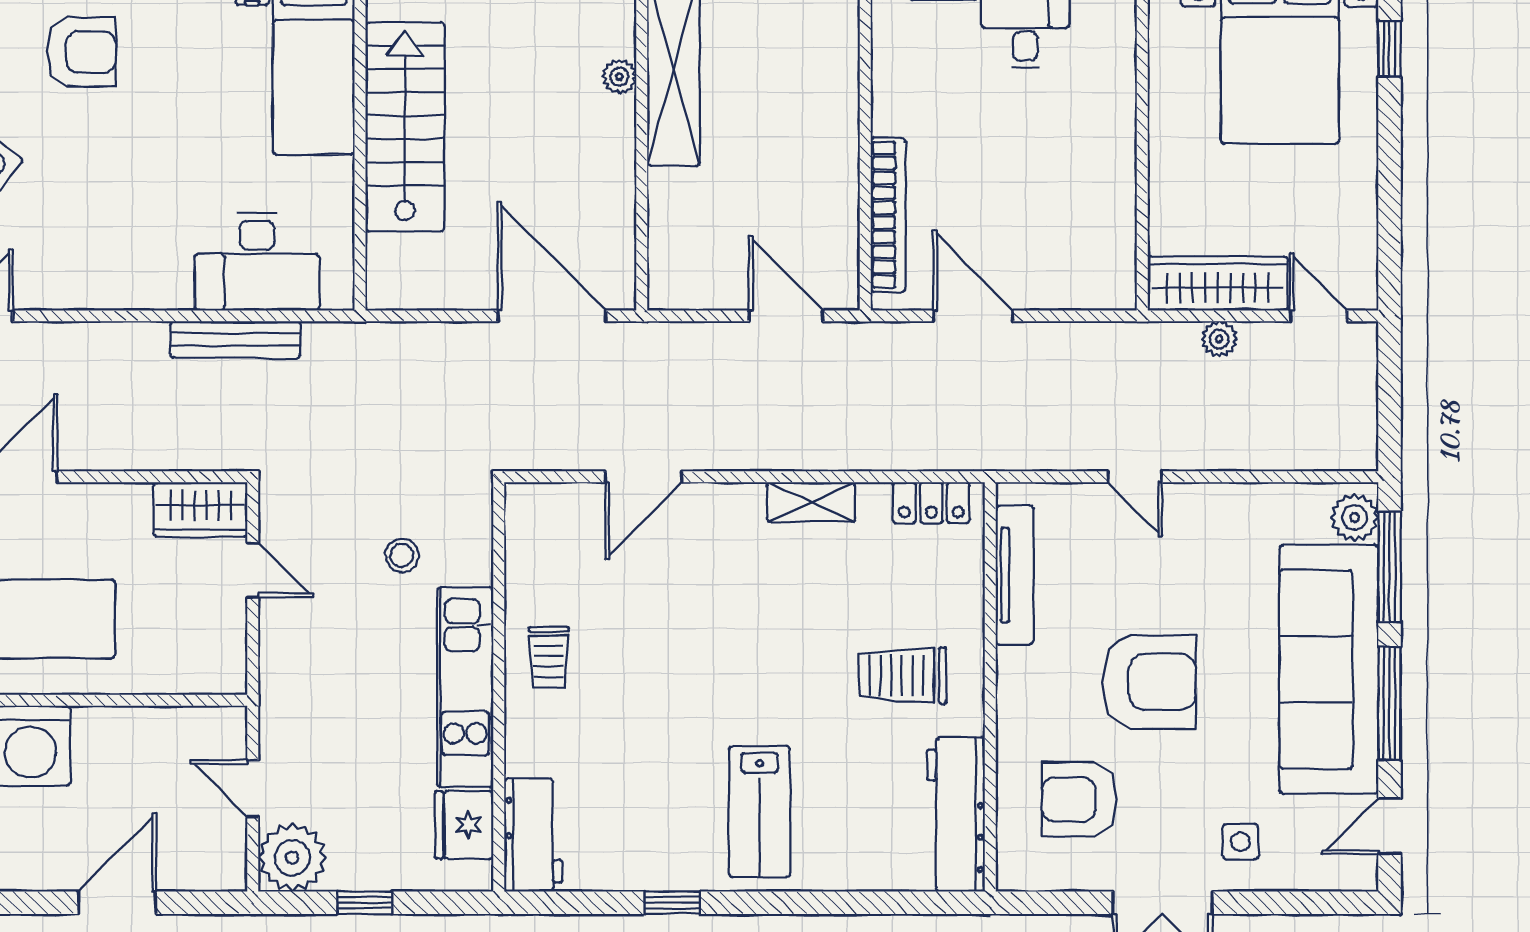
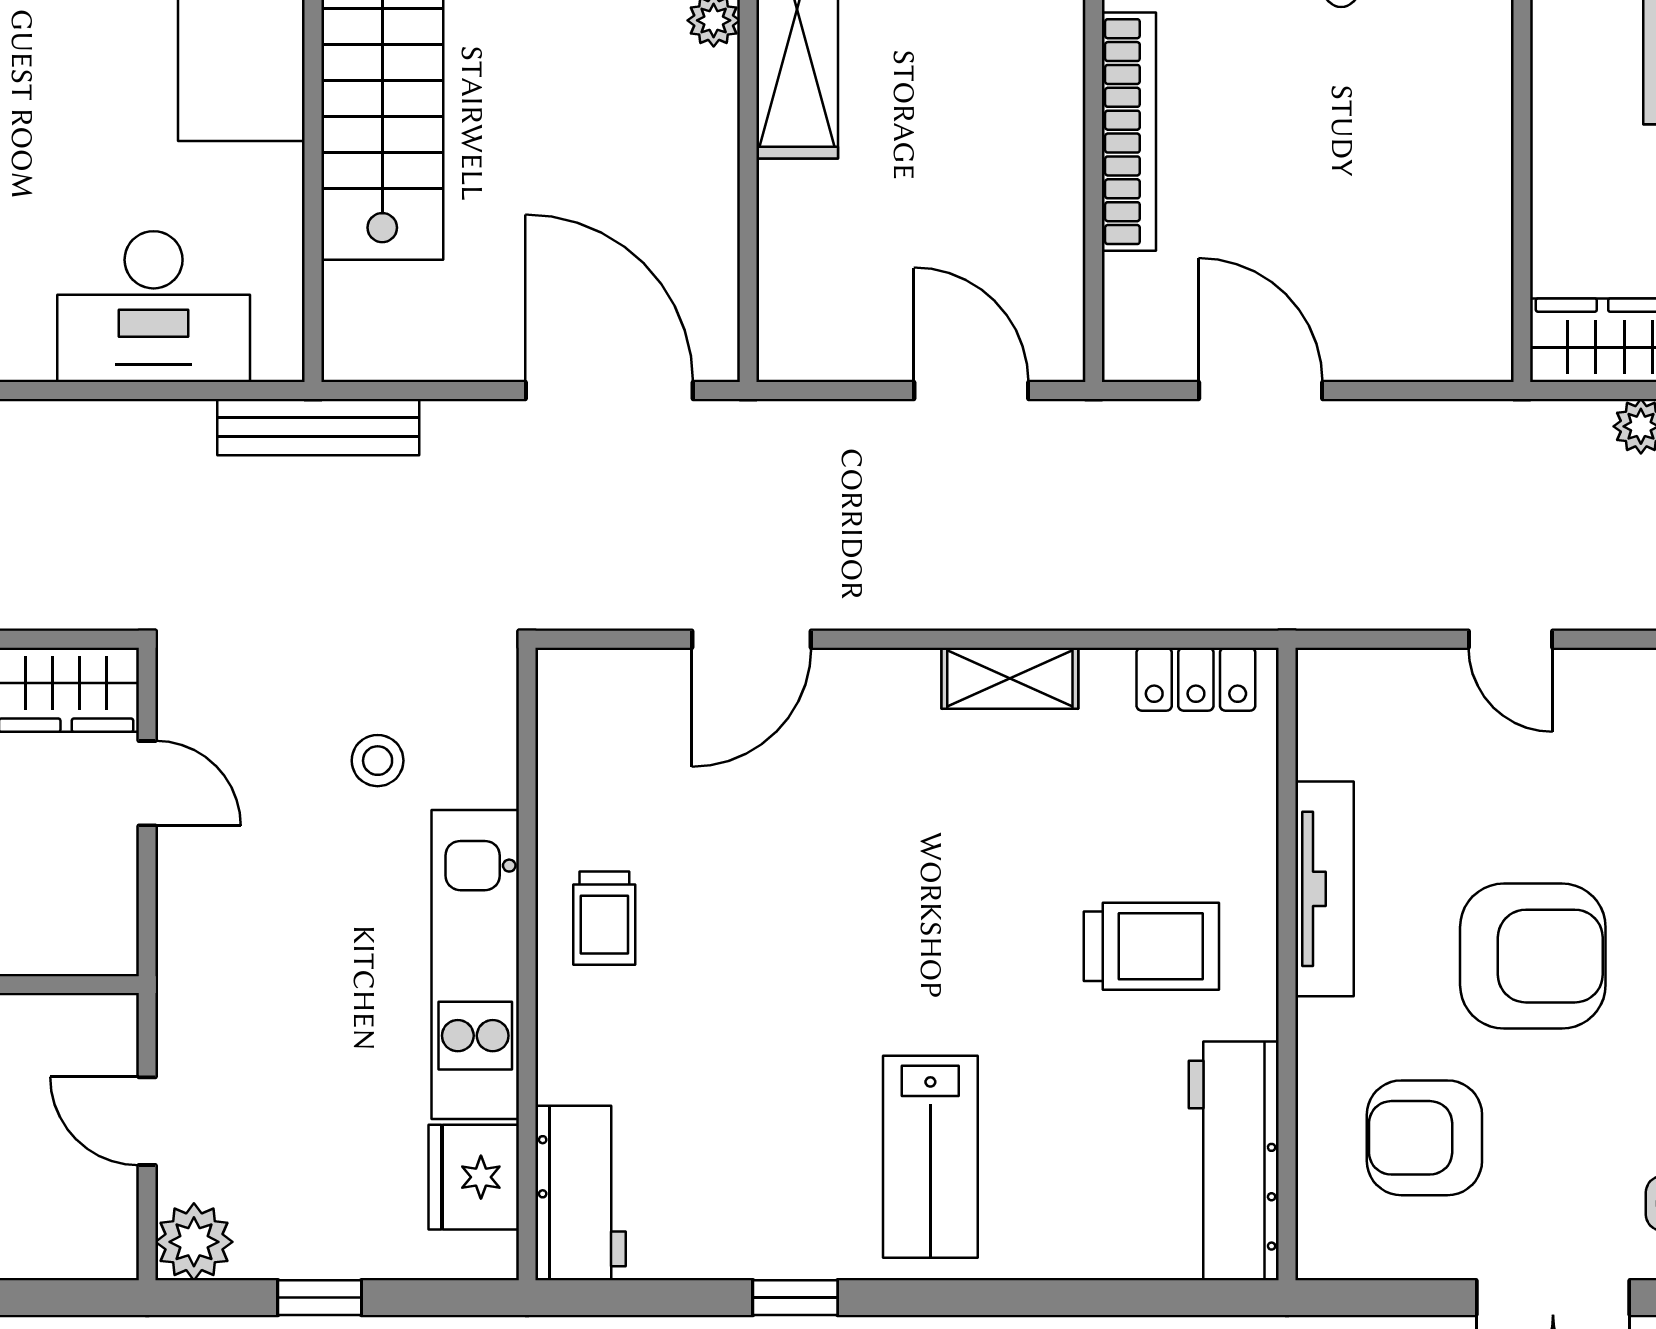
bookcase: (888, 215) -> (1129, 132), moved
bench: (235, 340) -> (318, 427), moved
tv unit: (1015, 575) -> (1324, 889), moved
trolley: (903, 675) -> (1151, 946), turned 180
plant: (292, 858) -> (194, 1242), width x0.73, depth x0.73

